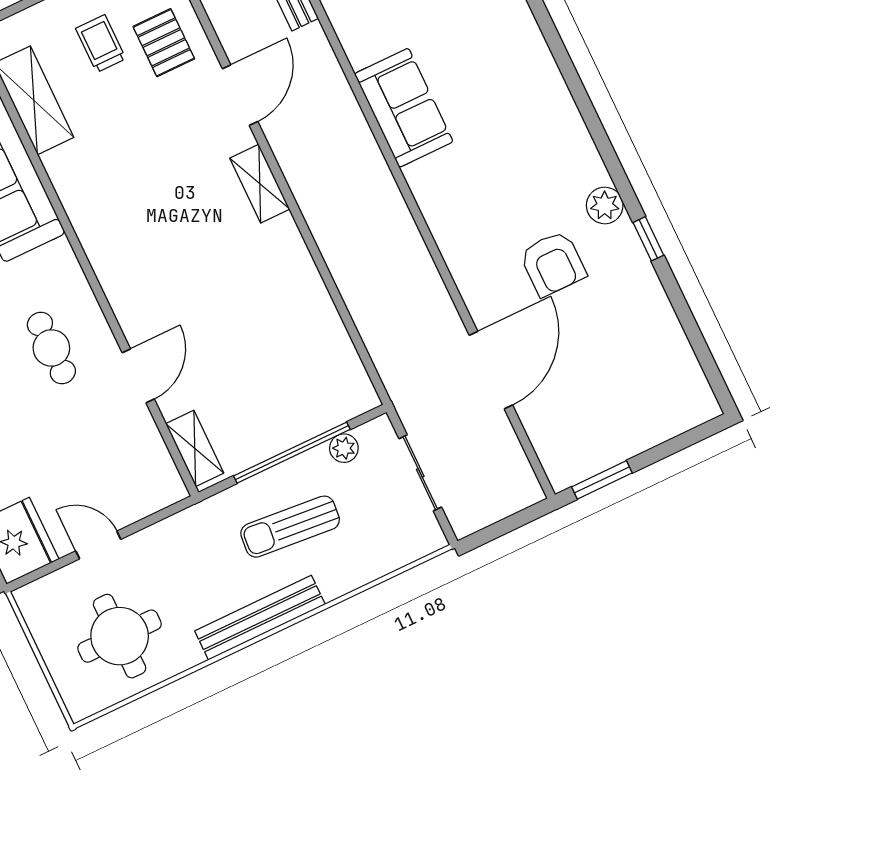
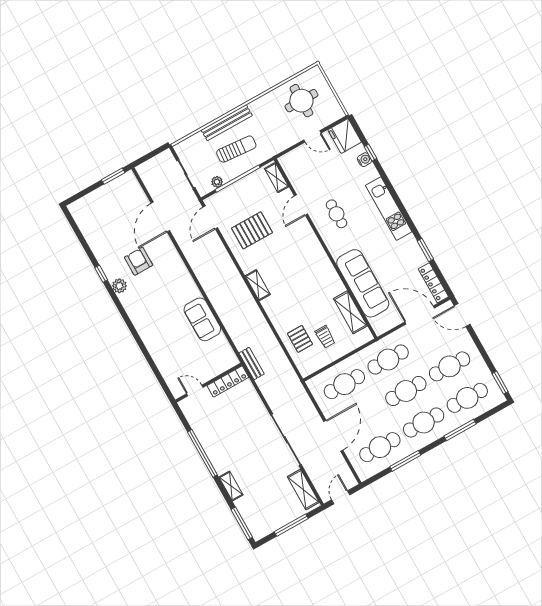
door: (240, 95) -> (210, 217), moved
pallet: (265, 321) -> (252, 230), added
bench: (260, 618) -> (227, 123), moved

